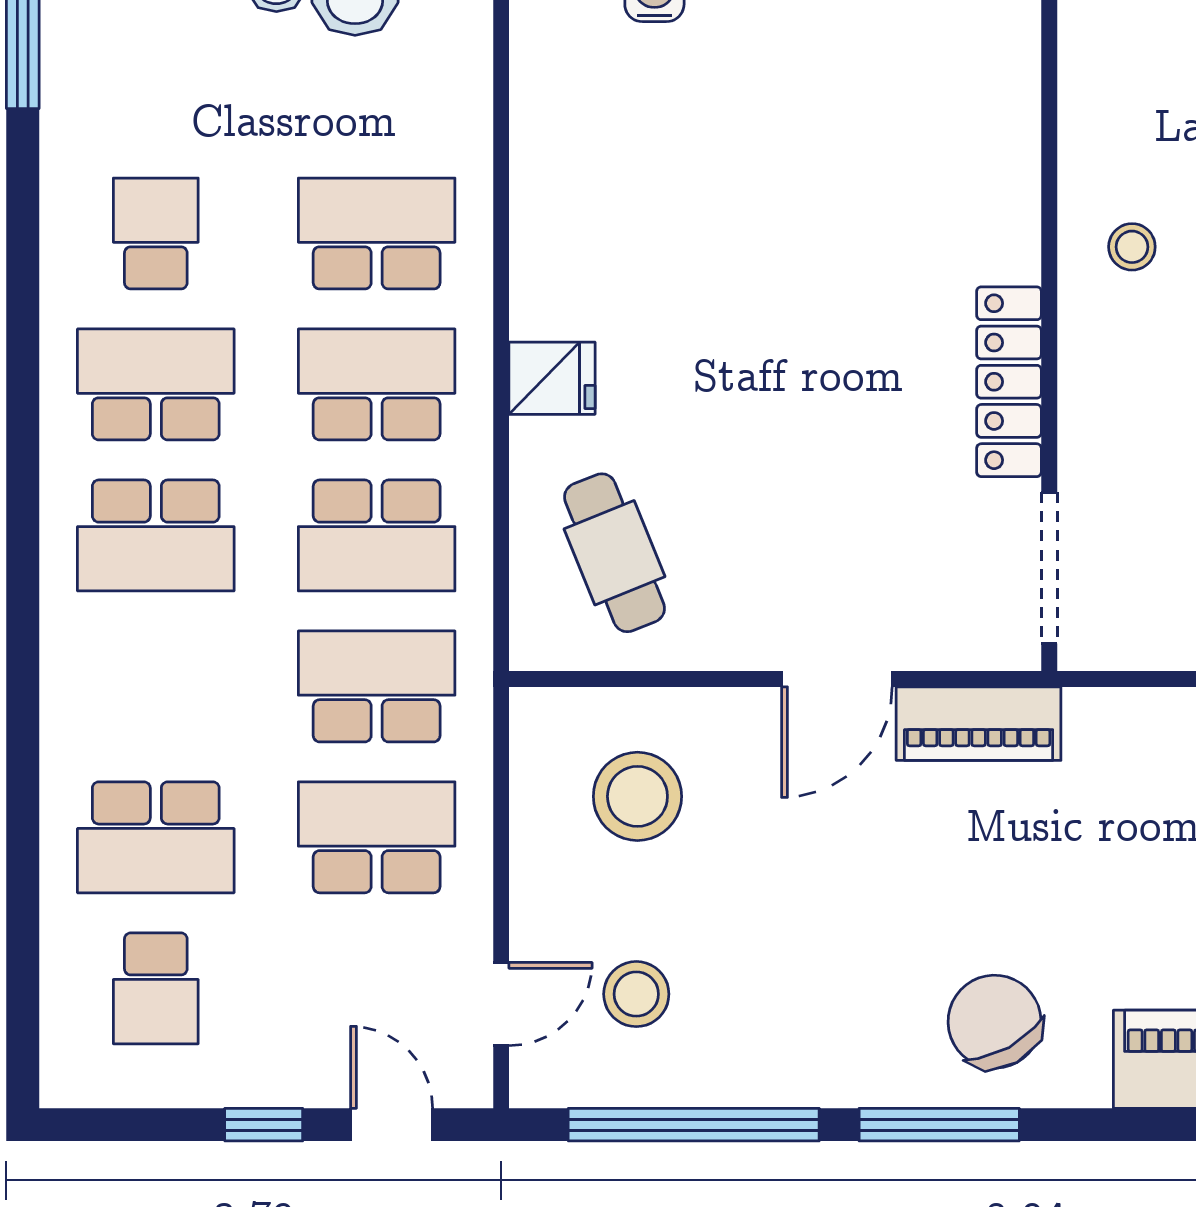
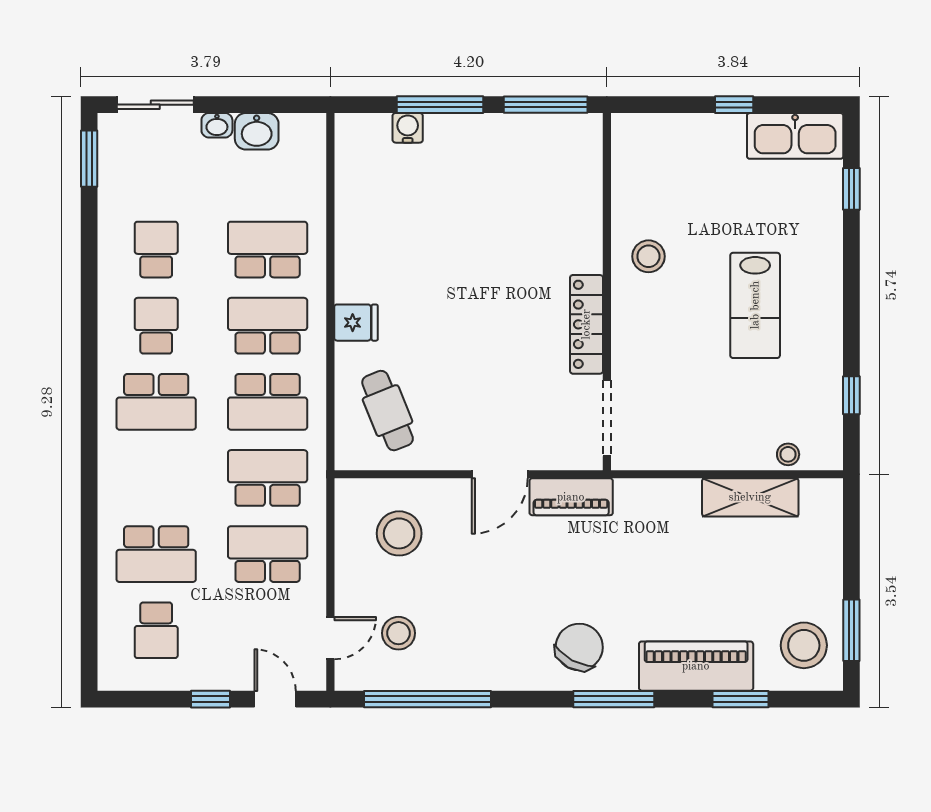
stool: (1132, 247) -> (648, 256), width x1.37, depth x1.37
school desk: (156, 384) -> (156, 326), width x0.54
chair: (995, 1022) -> (579, 647), turned 57
window: (939, 1125) -> (614, 699), moved

